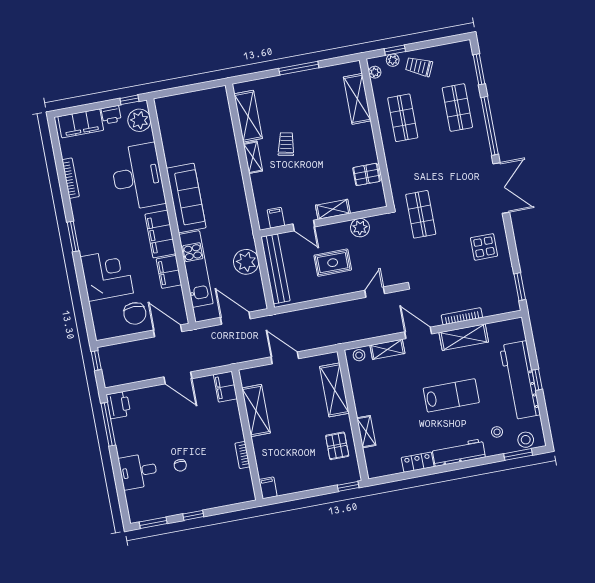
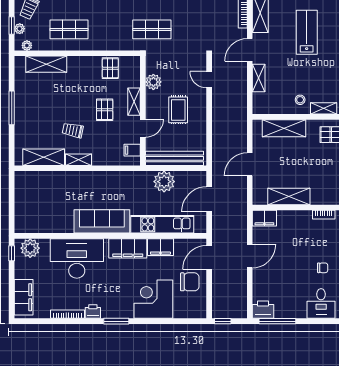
printer: (111, 115) -> (93, 312), moved, turned -90
pallet: (317, 177) -> (105, 110), added
stool: (359, 355) -> (300, 100), moved

